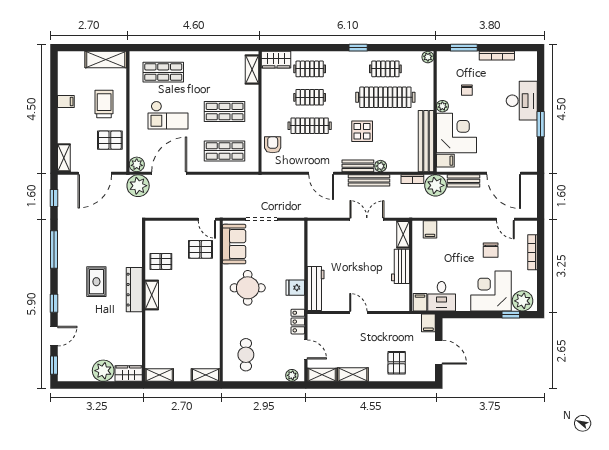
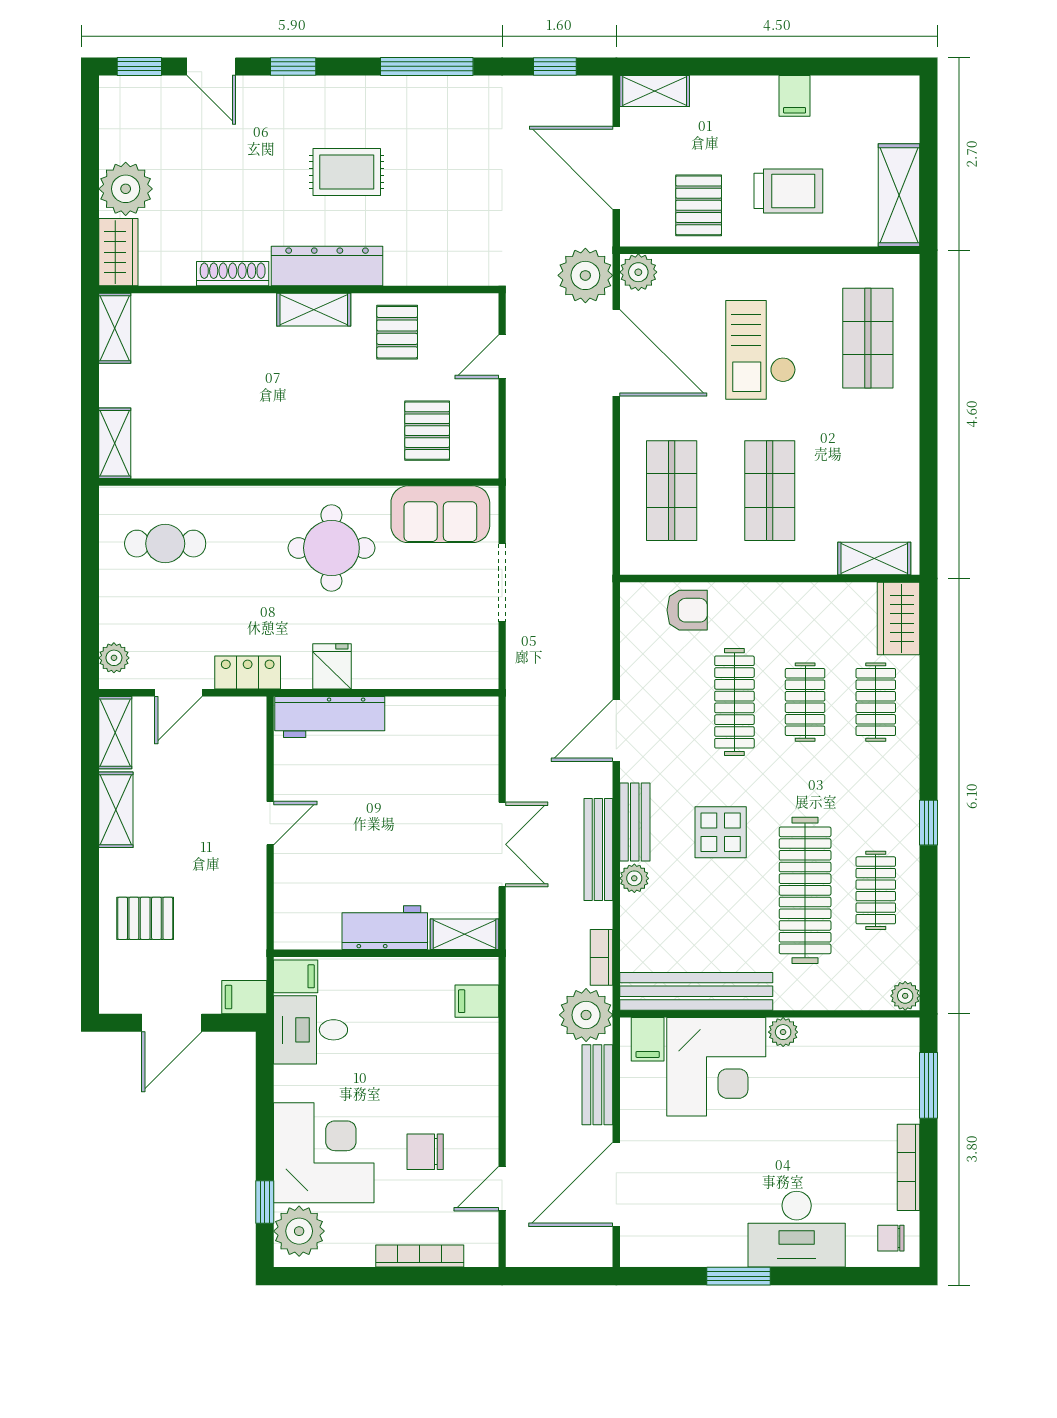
chair: (467, 90) -> (891, 1238), moved
door: (207, 219) -> (502, 357), moved
shoe rack: (137, 328) -> (233, 274), added

